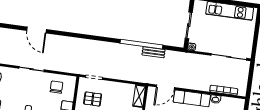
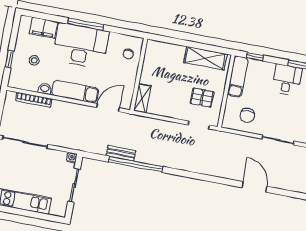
door: (37, 30) -> (254, 187), moved

